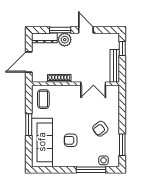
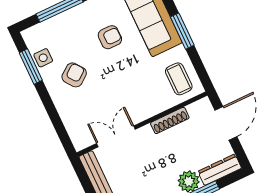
side table: (104, 160) -> (43, 58), moved

